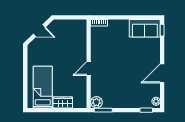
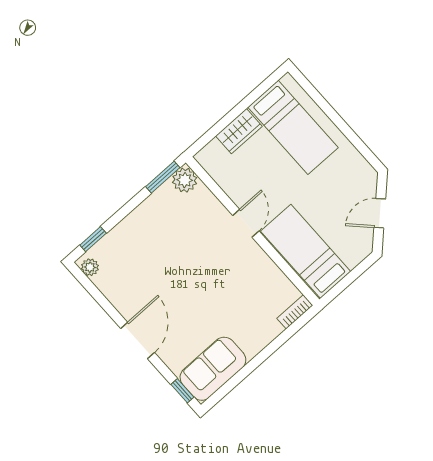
bed: (77, 40) -> (306, 251), added
door: (162, 73) -> (138, 340), moved

